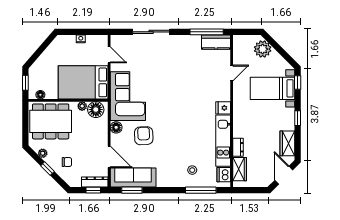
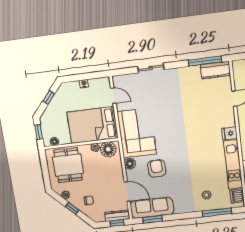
sliding door: (151, 32) -> (151, 68), width x0.73
window: (42, 48) -> (49, 97), added
dining table: (51, 121) -> (68, 165), width x0.73

